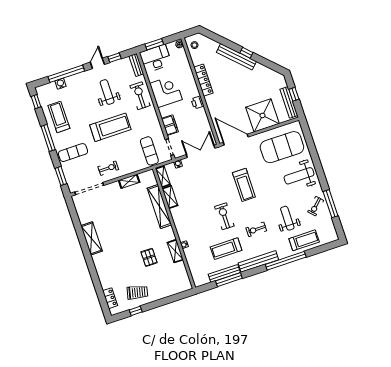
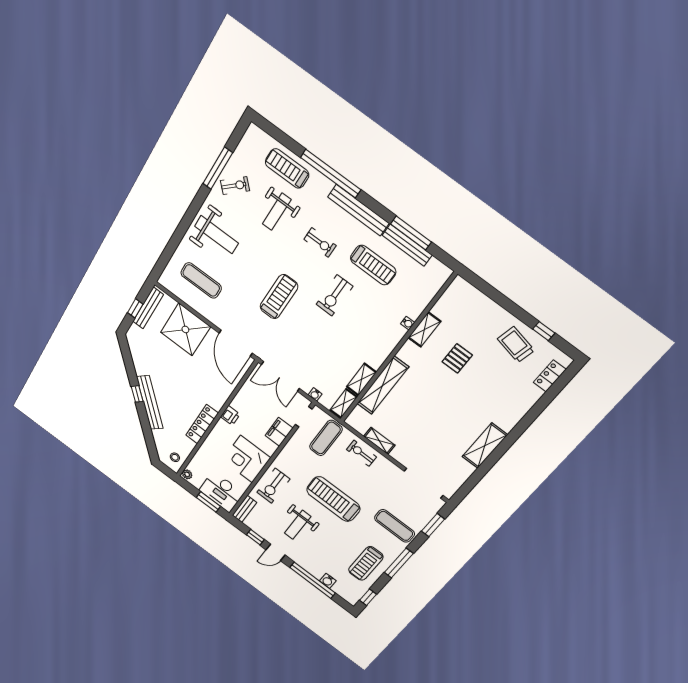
exercise mat: (282, 147) -> (201, 280), width x0.50, depth x0.69
exercise bike: (108, 168) -> (361, 453), moved

